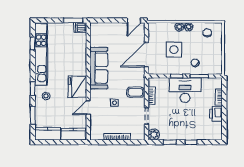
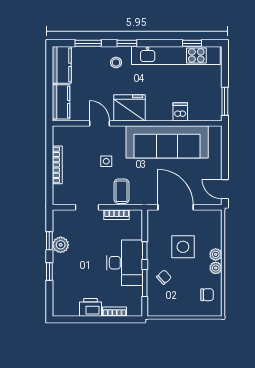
dishwasher: (80, 28) -> (180, 112), moved
sofa: (99, 68) -> (167, 142), width x1.36, depth x1.27
plant: (154, 134) -> (61, 245), moved

